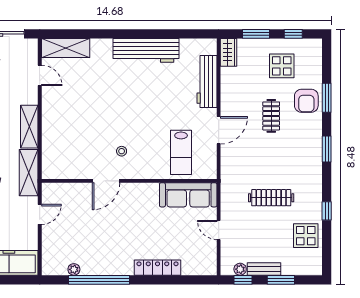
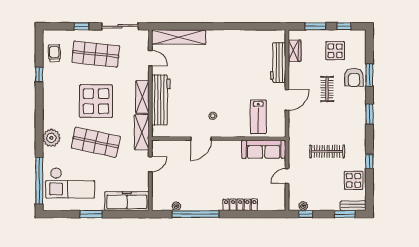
shelving: (66, 48) -> (179, 37), width x1.47
workbench: (146, 50) -> (161, 100), moved, turned -90
wardrobe: (229, 52) -> (294, 51), moved
door: (219, 230) -> (287, 176), hinge flipped
bench: (264, 269) -> (353, 206), moved
window: (281, 280) -> (345, 214), moved

